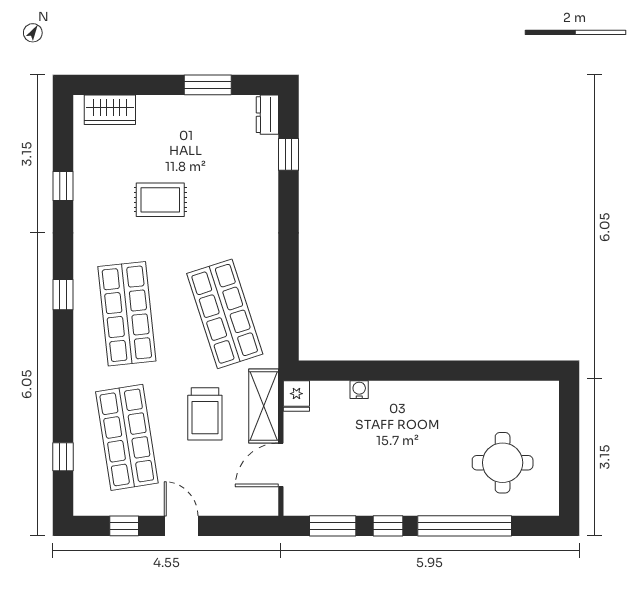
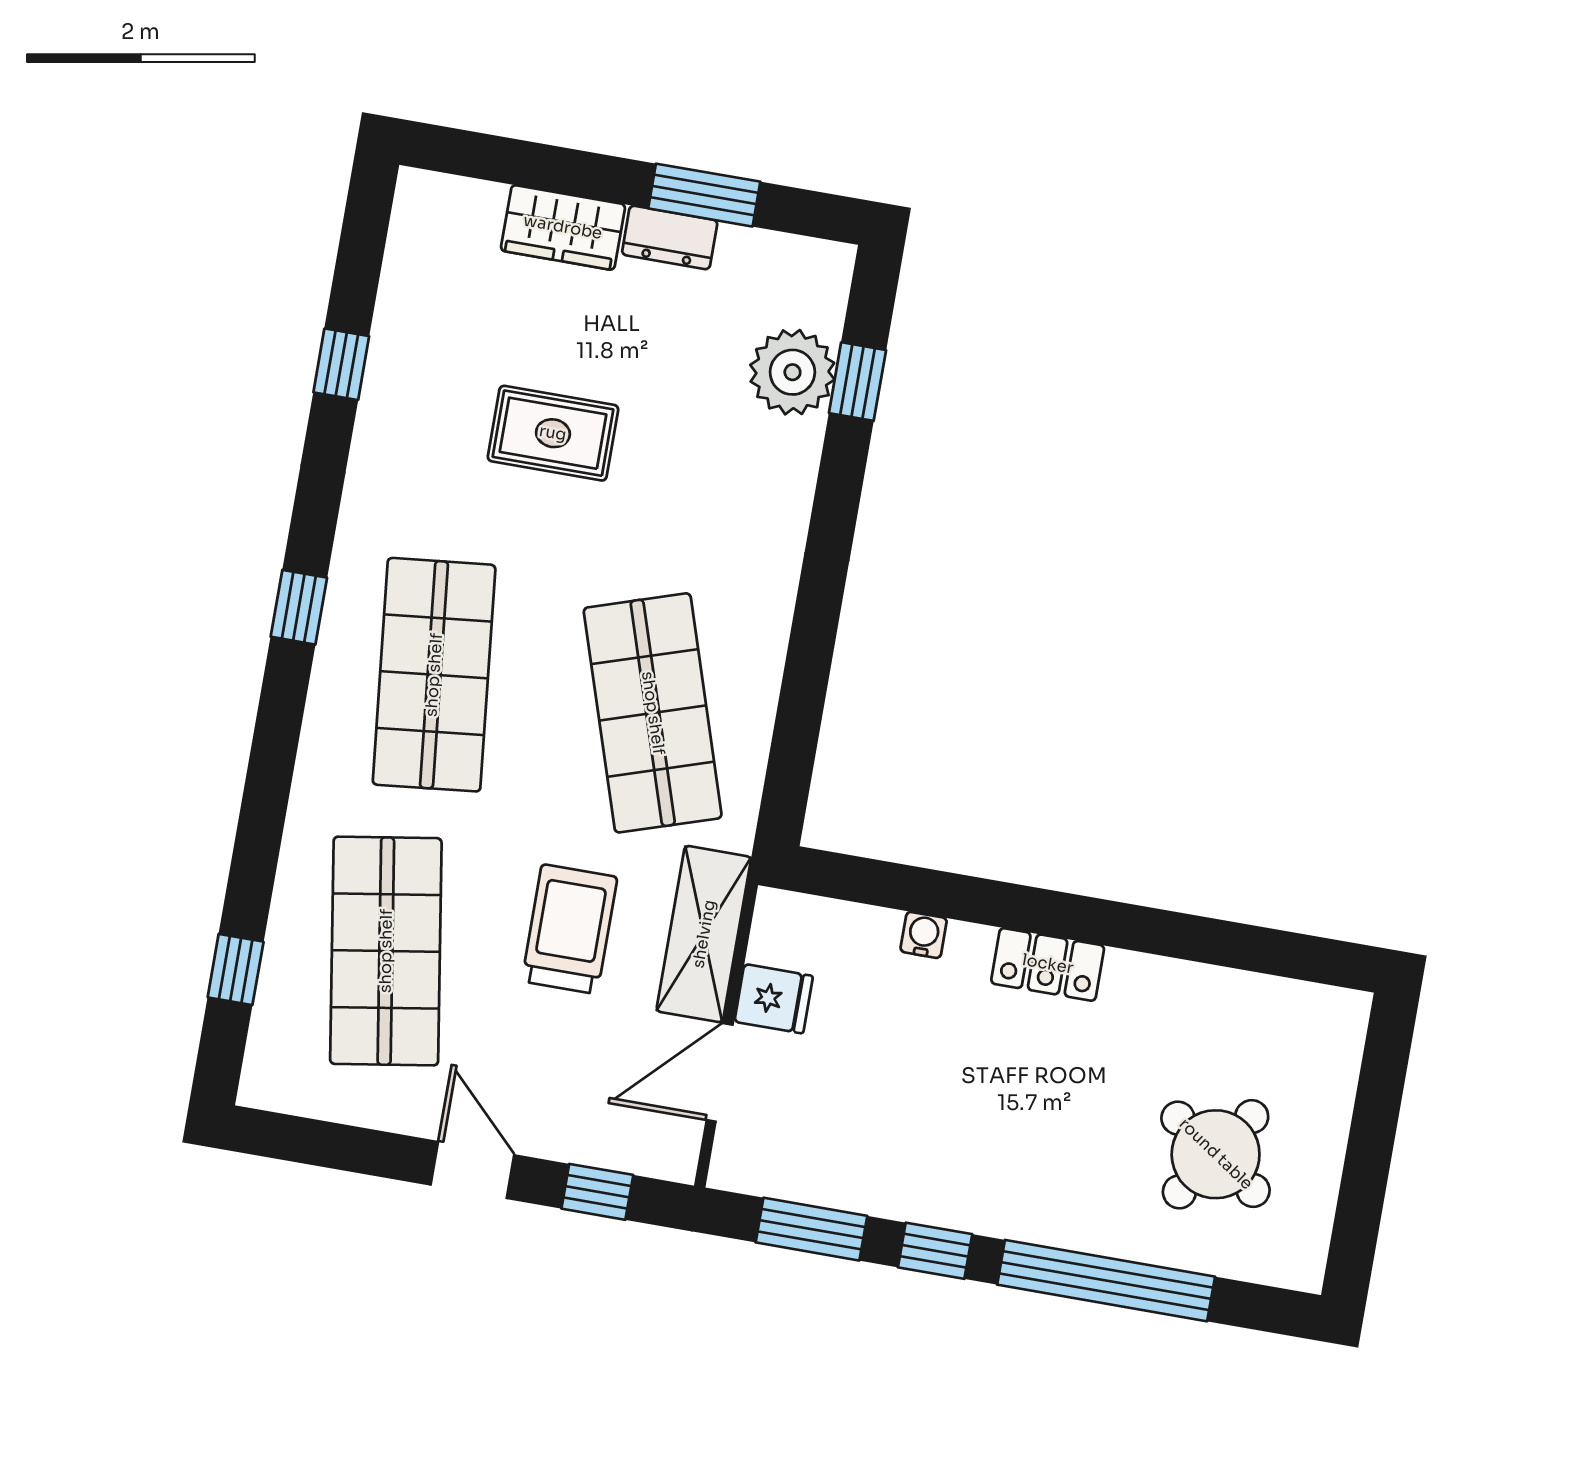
wardrobe: (110, 110) -> (563, 227), moved
dresser: (267, 115) -> (670, 238), moved, turned -90
plant: (260, 155) -> (792, 372), added
locker: (415, 393) -> (1048, 964), added
fridge: (296, 396) -> (774, 999), moved, turned -90
trolley: (205, 414) -> (570, 929), turned 180
round table: (503, 463) -> (1216, 1154), turned 34
window: (124, 526) -> (597, 1192), moved

